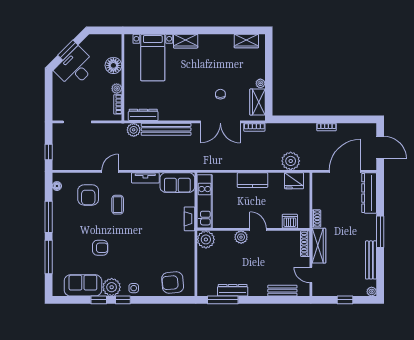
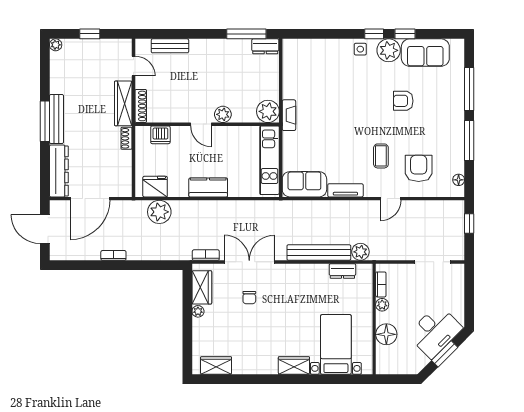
dresser: (143, 115) -> (342, 271), width x0.70
fireplace: (189, 219) -> (289, 115), moved
bench: (371, 260) -> (56, 119), moved
armchair: (173, 282) -> (310, 56), removed
dresser: (233, 290) -> (265, 46), moved, width x0.70

